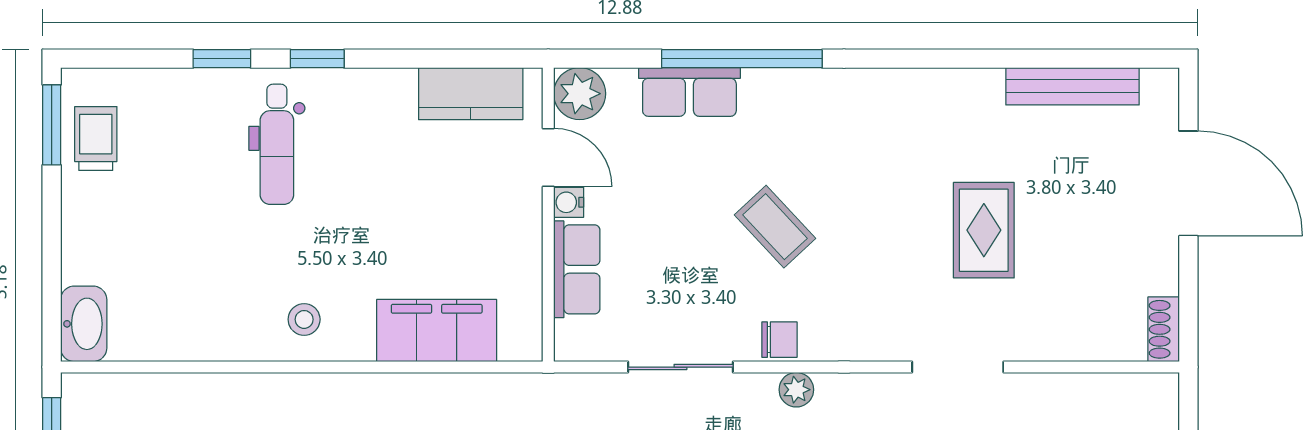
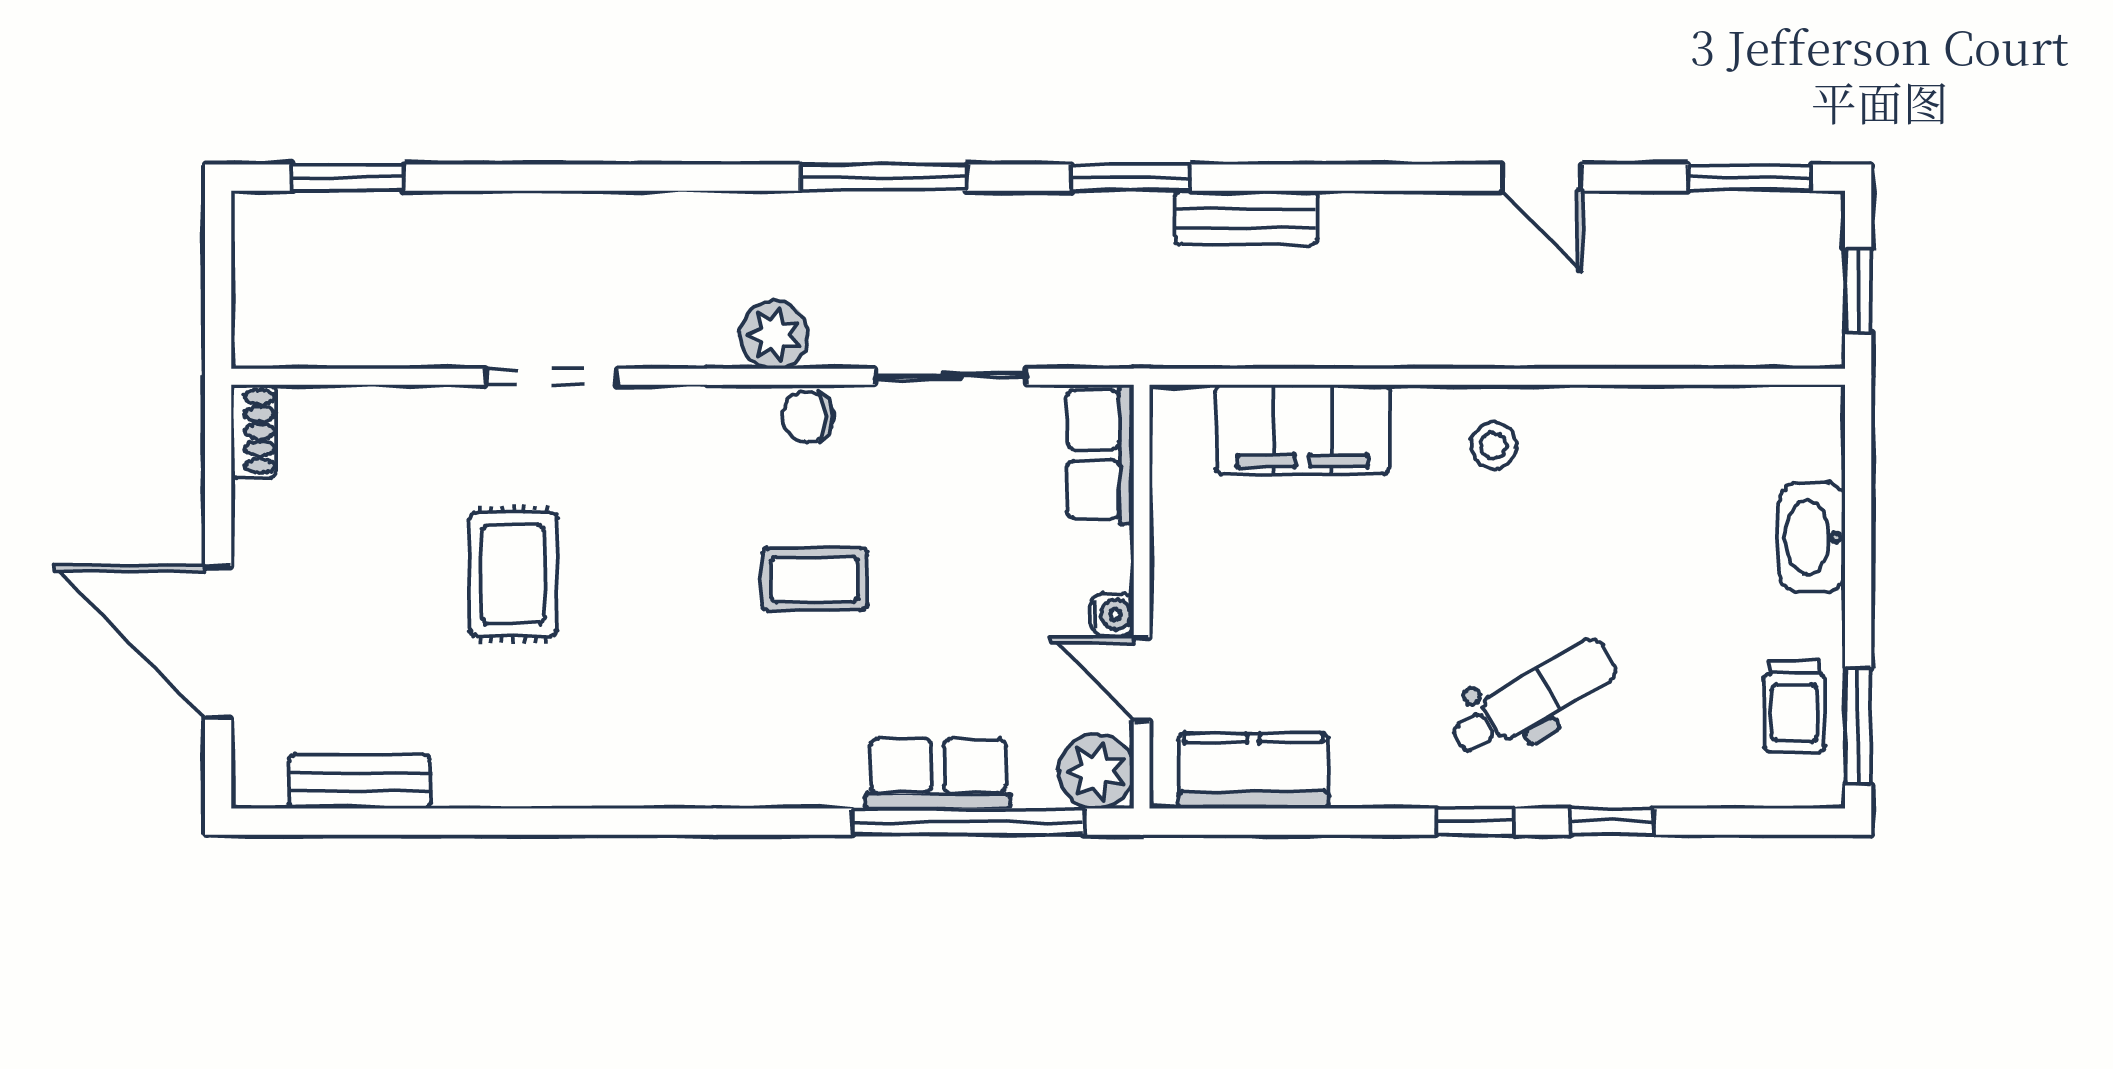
window: (742, 59) -> (968, 822), moved
bench: (1072, 86) -> (360, 782), width x0.73
dental chair: (277, 144) -> (1533, 698), turned 60
coffee table: (775, 227) -> (814, 579), turned -47
row of seats: (577, 269) -> (1100, 454), moved
washbasin: (84, 324) -> (1812, 537), moved
plant: (796, 390) -> (774, 335), width x1.38, depth x1.38

